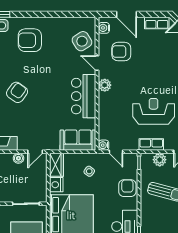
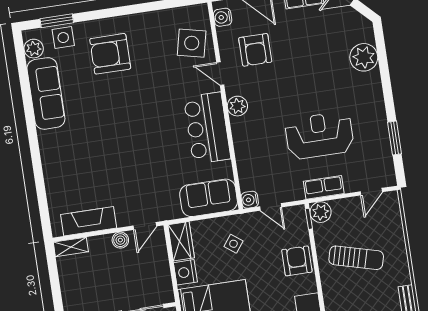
side table: (82, 41) -> (192, 43), turned 45
armchair: (121, 52) -> (255, 50), turned -90
armchair: (17, 92) -> (103, 138), removed
plant: (160, 160) -> (321, 212), moved

